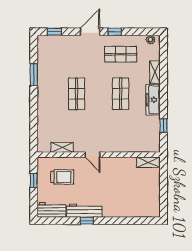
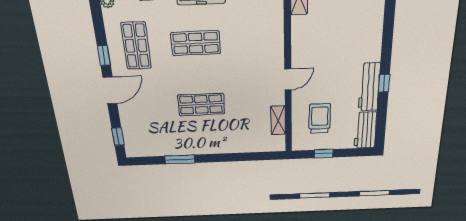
door: (90, 32) -> (110, 90), swing flipped

